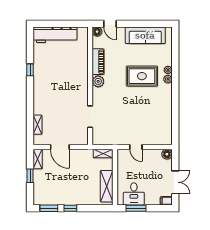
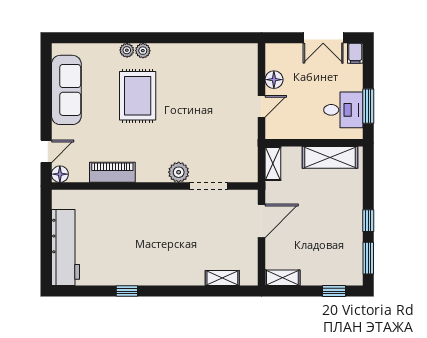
plant: (98, 81) -> (179, 172), moved
door: (60, 147) -> (261, 221), moved
floor lamp: (167, 154) -> (274, 80), moved
window: (30, 176) -> (334, 291), moved
double door: (175, 182) -> (323, 38), swing flipped

